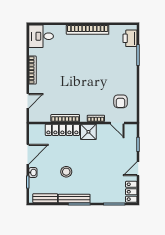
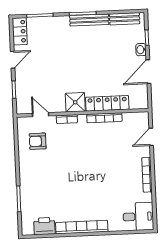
printer: (130, 38) -> (44, 226), moved, turned -90
armchair: (121, 101) -> (38, 141), turned -90
stool: (66, 172) -> (100, 52), removed

